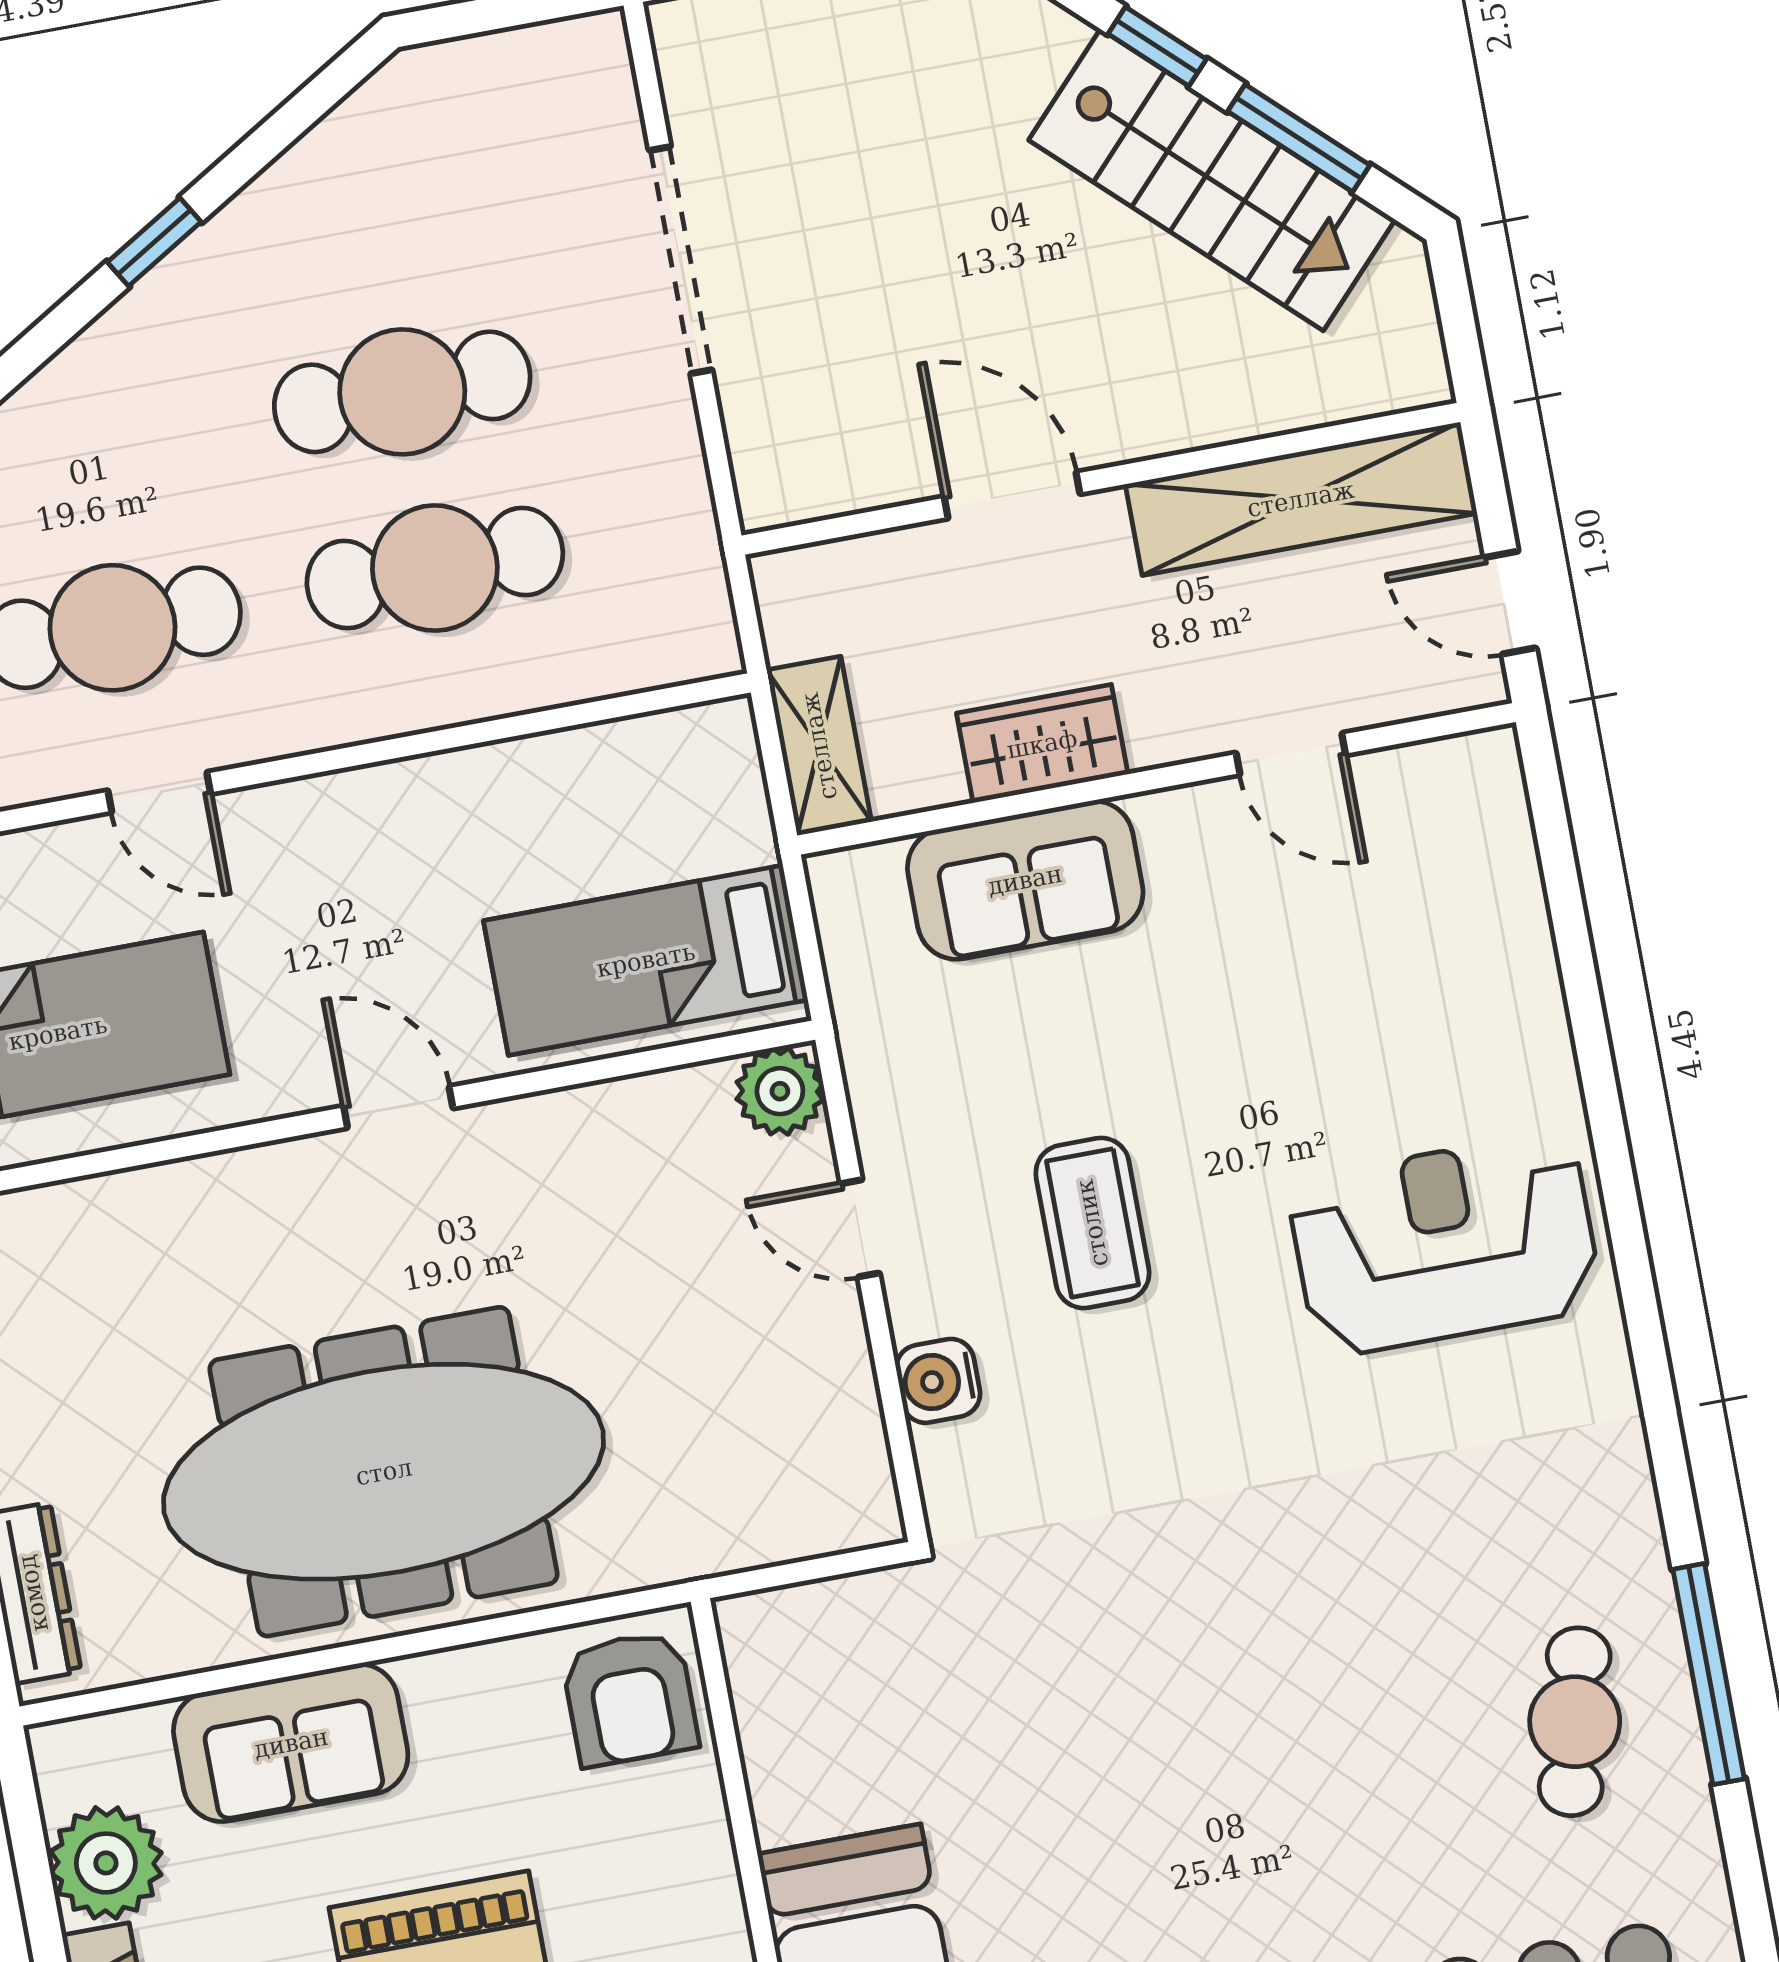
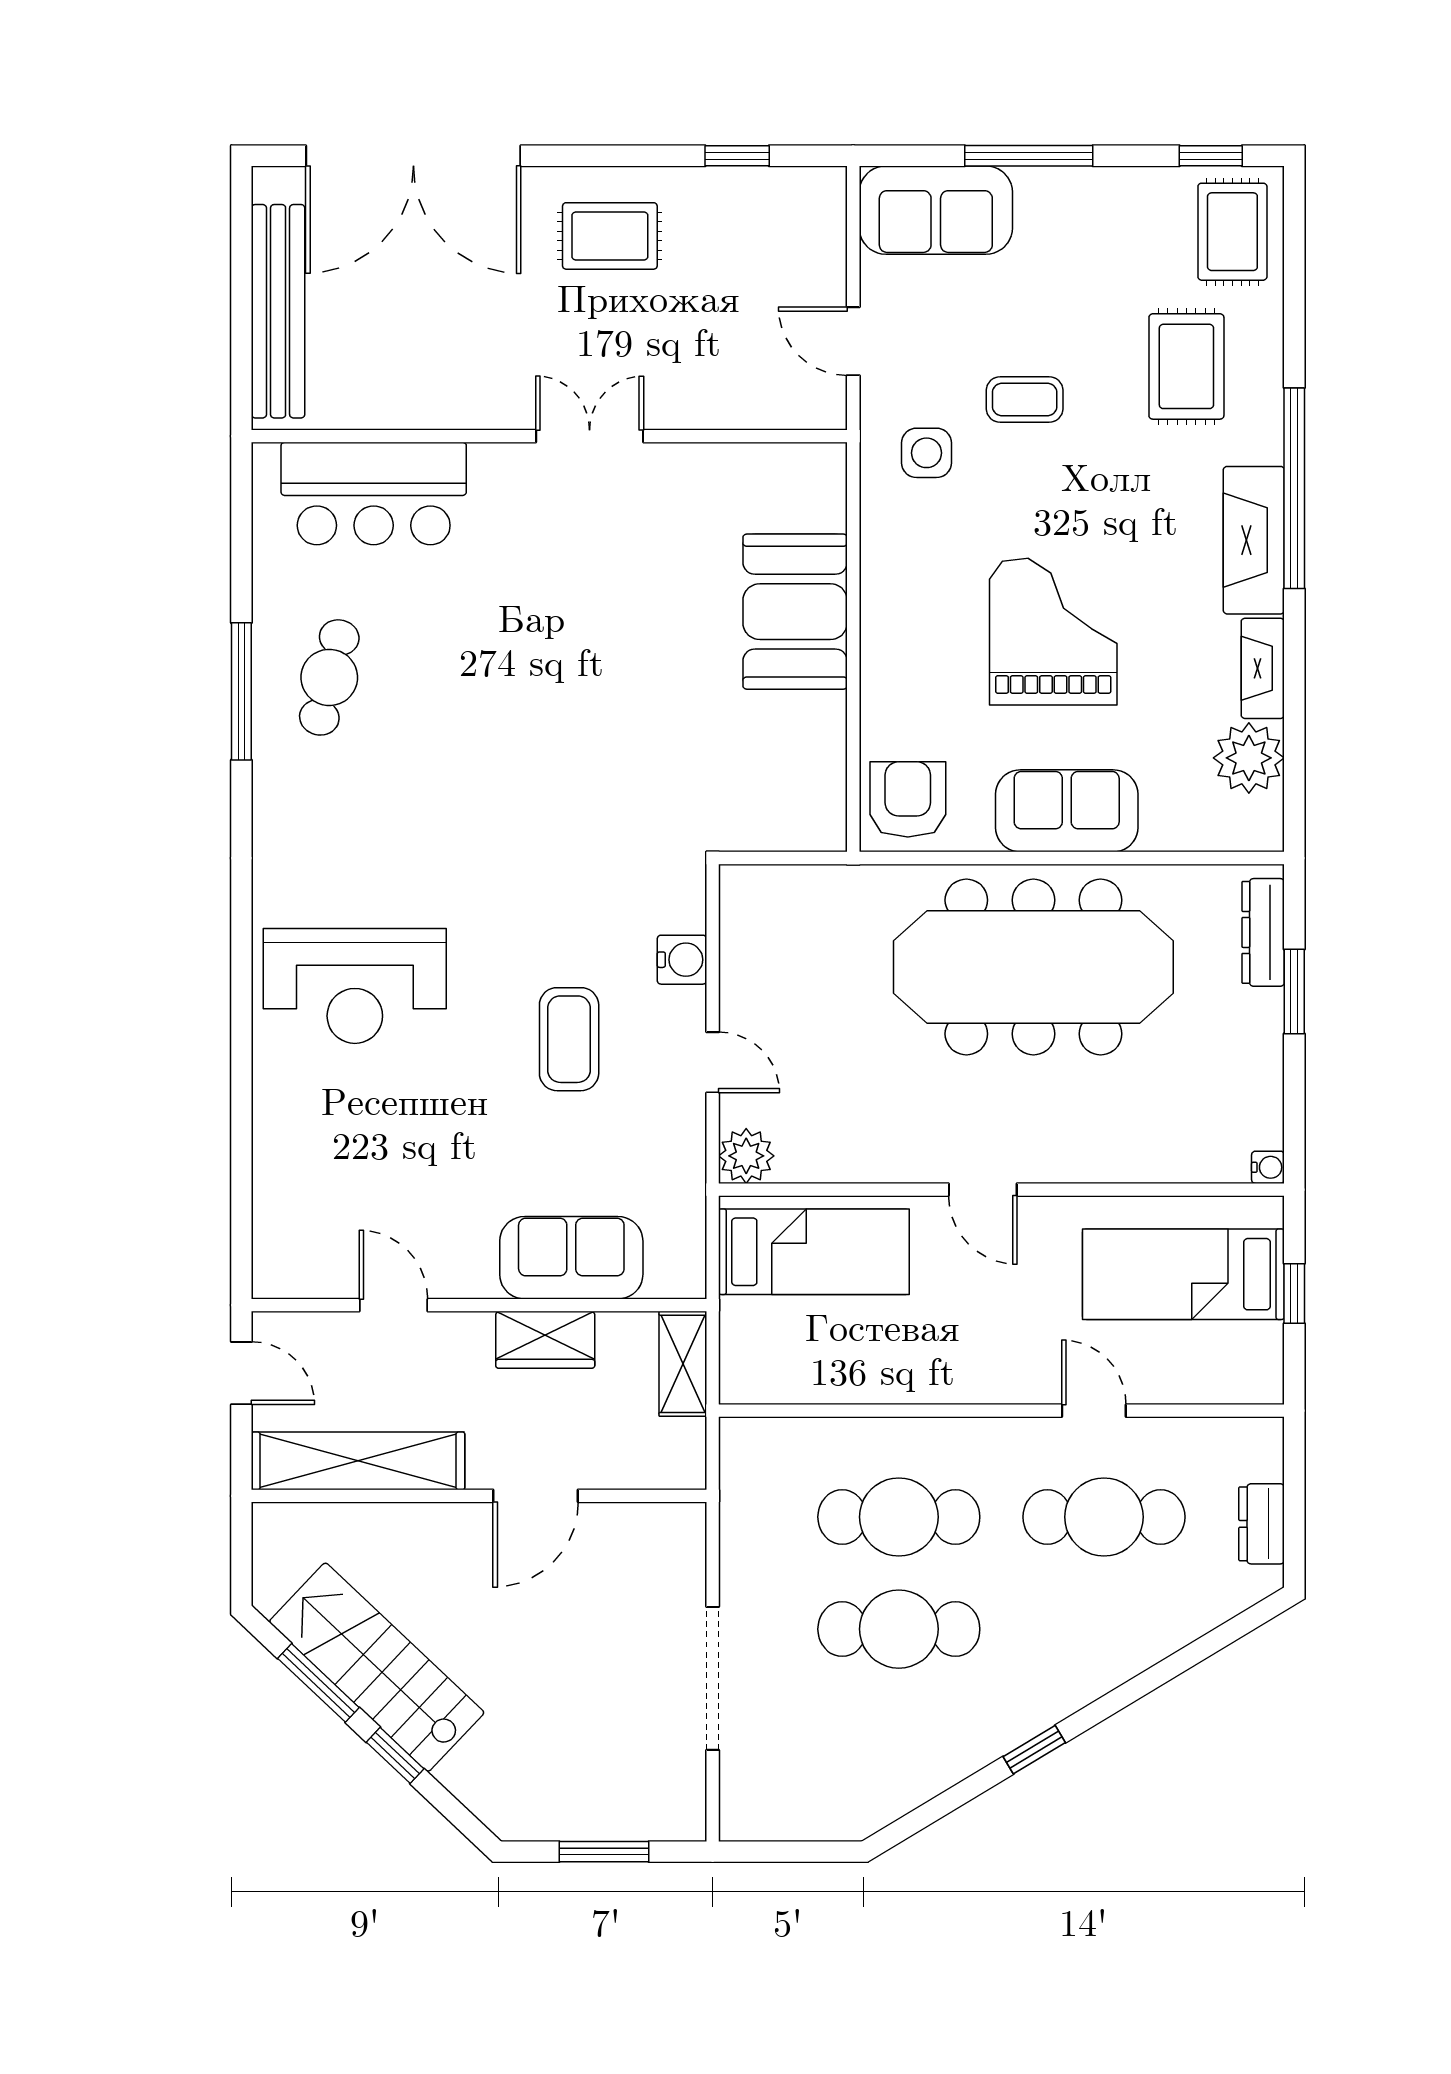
door: (1012, 495) -> (536, 1496), hinge flipped
sofa: (291, 1743) -> (1067, 811), moved

